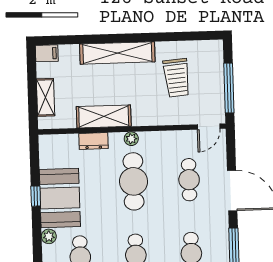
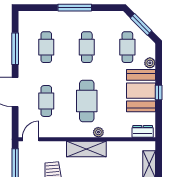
shelving: (104, 116) -> (86, 149), moved
plant: (131, 139) -> (98, 132), moved
dresser: (94, 141) -> (143, 131), moved

